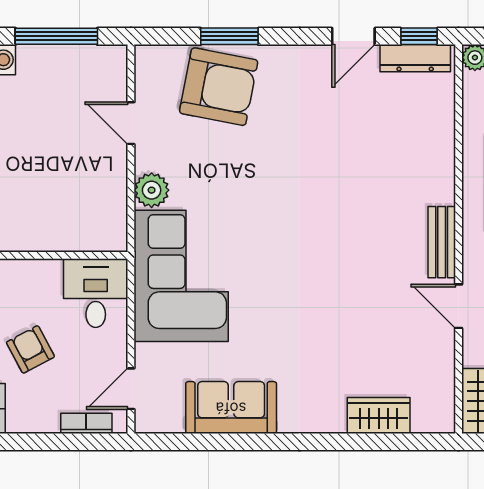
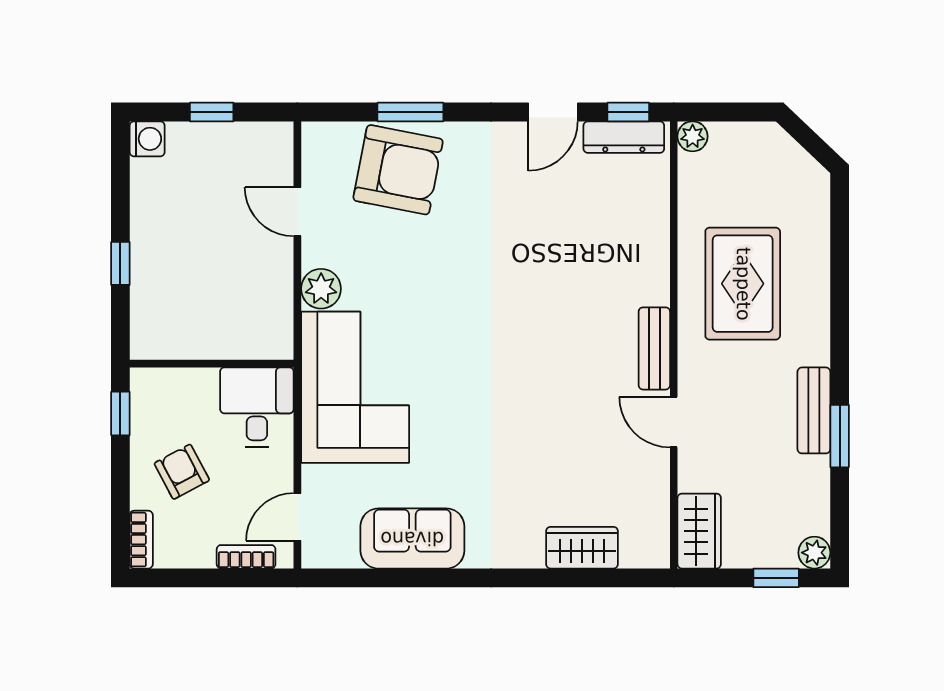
window: (56, 36) -> (212, 112), width x0.46

